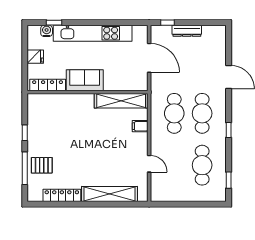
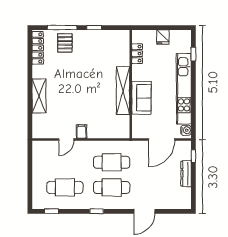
water cooler: (47, 31) -> (186, 130), moved
sofa: (85, 80) -> (141, 98), moved
locker: (48, 85) -> (137, 54), width x0.66
shelving: (121, 101) -> (123, 91), moved
filing cabinet: (140, 126) -> (81, 132), moved
shelving: (109, 194) -> (39, 96), width x0.68
locker: (62, 195) -> (38, 48), moved

